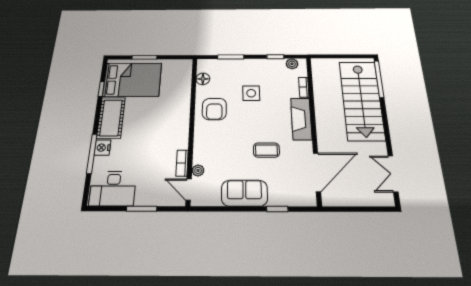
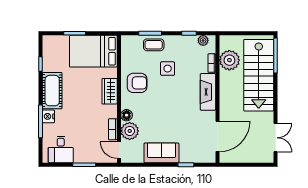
floor lamp: (203, 79) -> (127, 115), moved
bed: (132, 80) -> (93, 51), moved, turned 180
plant: (325, 84) -> (229, 60), added
armchair: (214, 109) -> (137, 83), turned -90
wardrobe: (181, 118) -> (110, 91), added
coffee table: (266, 150) -> (154, 45), moved
plant: (198, 170) -> (130, 131), width x1.87, depth x1.87
double door: (393, 174) -> (276, 138), swing flipped
desk: (113, 189) -> (61, 149), width x0.73

